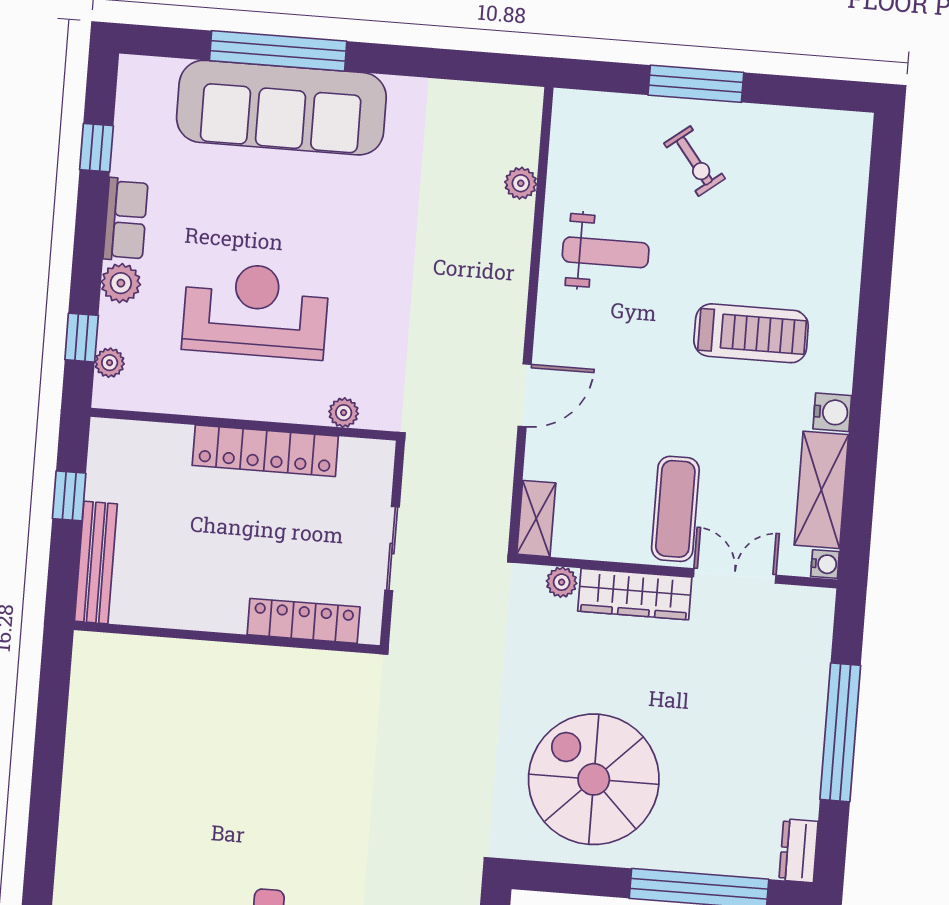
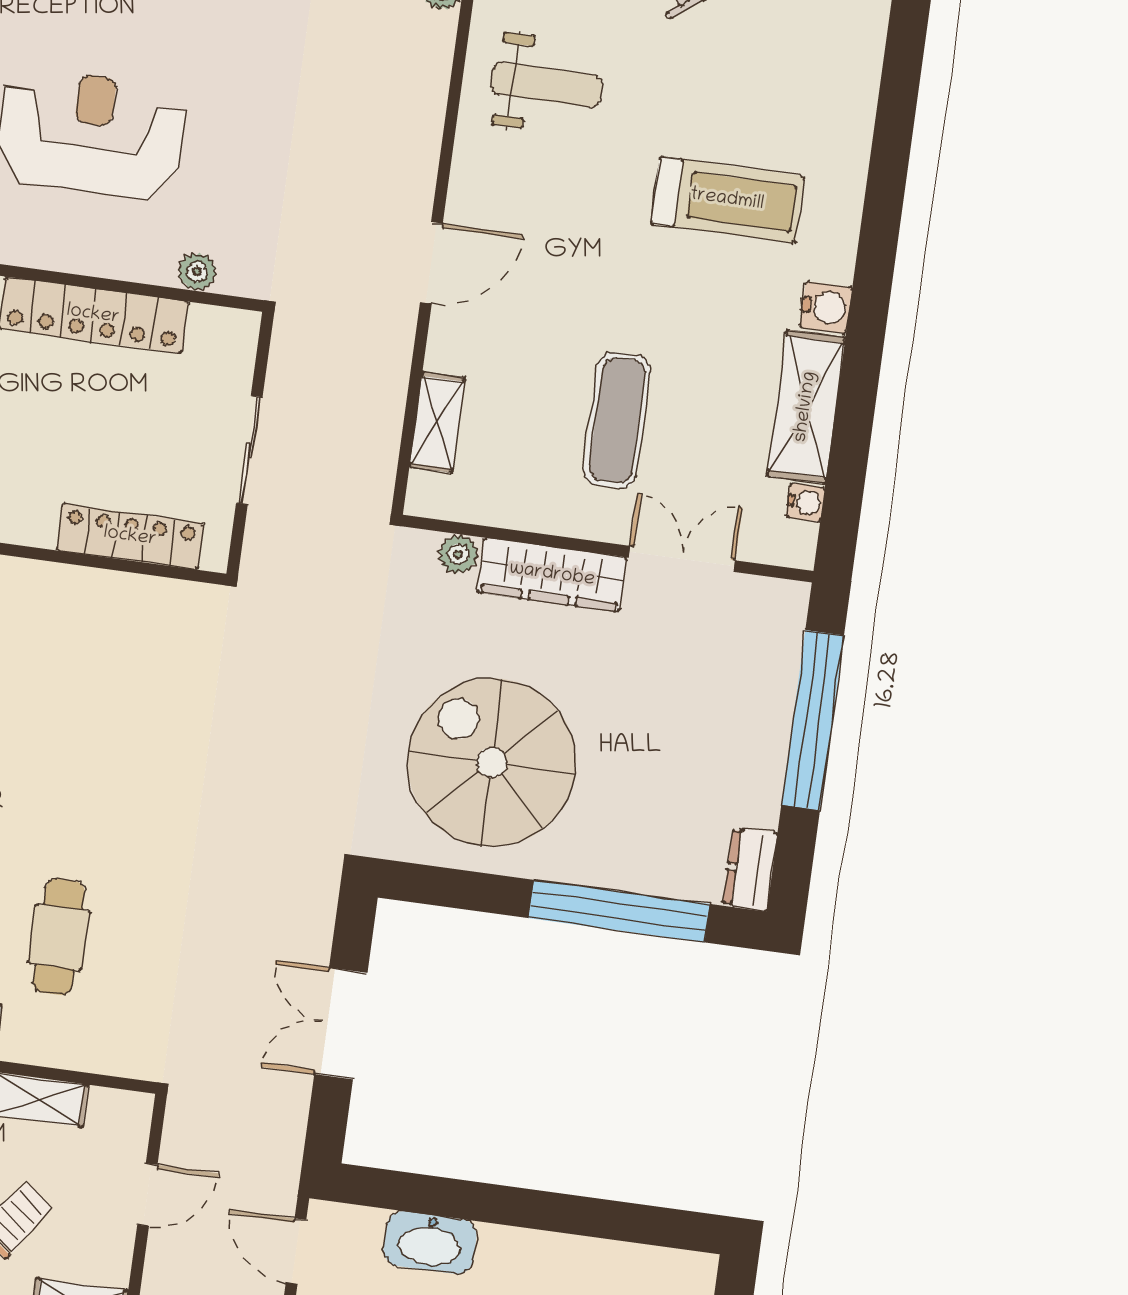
wall: (677, 571) -> (607, 549), moved
double door: (735, 576) -> (682, 559), moved
plant: (562, 582) -> (458, 554), moved
wardrobe: (635, 594) -> (552, 575), moved

